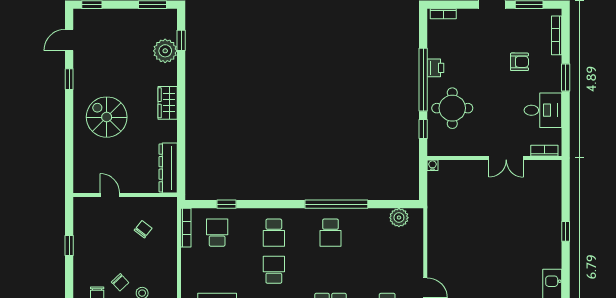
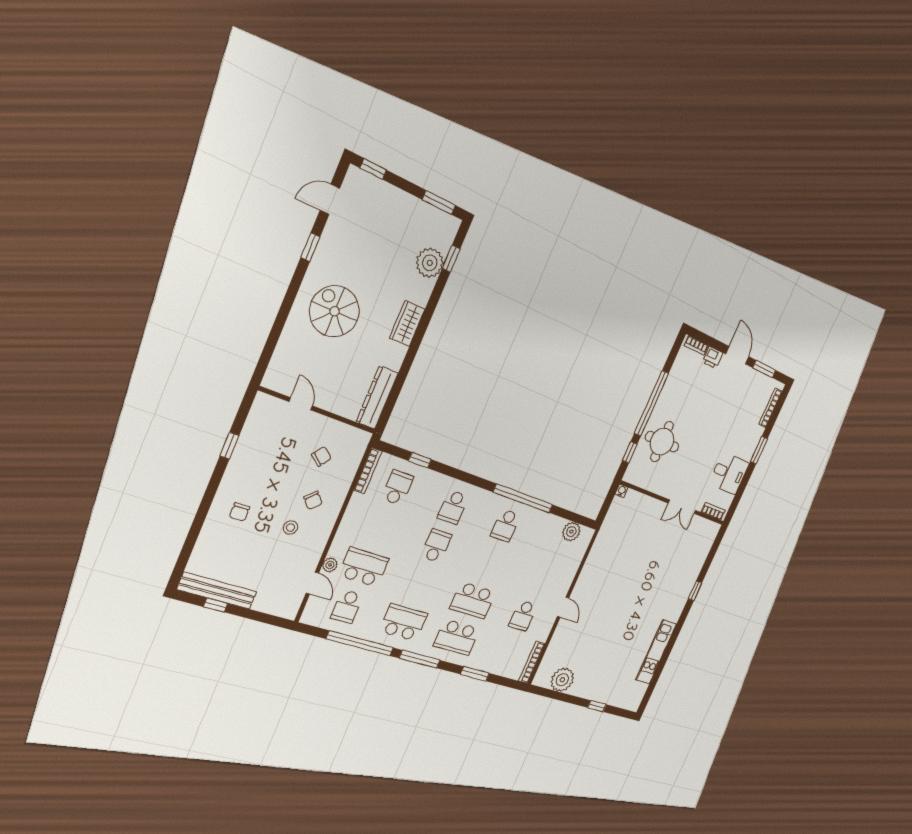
armchair: (519, 62) -> (733, 420), removed
printer: (435, 68) -> (713, 357), moved, turned 90
chair: (120, 282) -> (313, 500), moved

